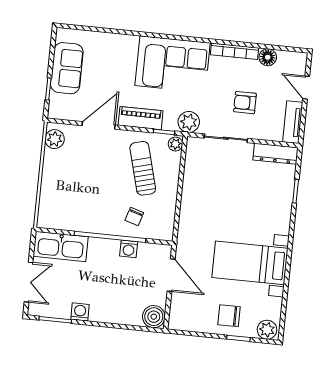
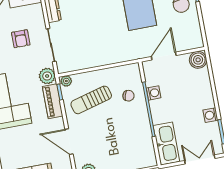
piano: (141, 118) -> (53, 101), moved

